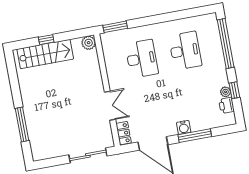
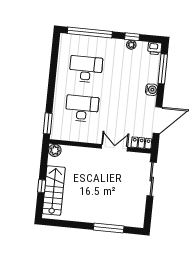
printer: (227, 105) -> (155, 48), moved
window: (195, 136) -> (163, 69), moved

